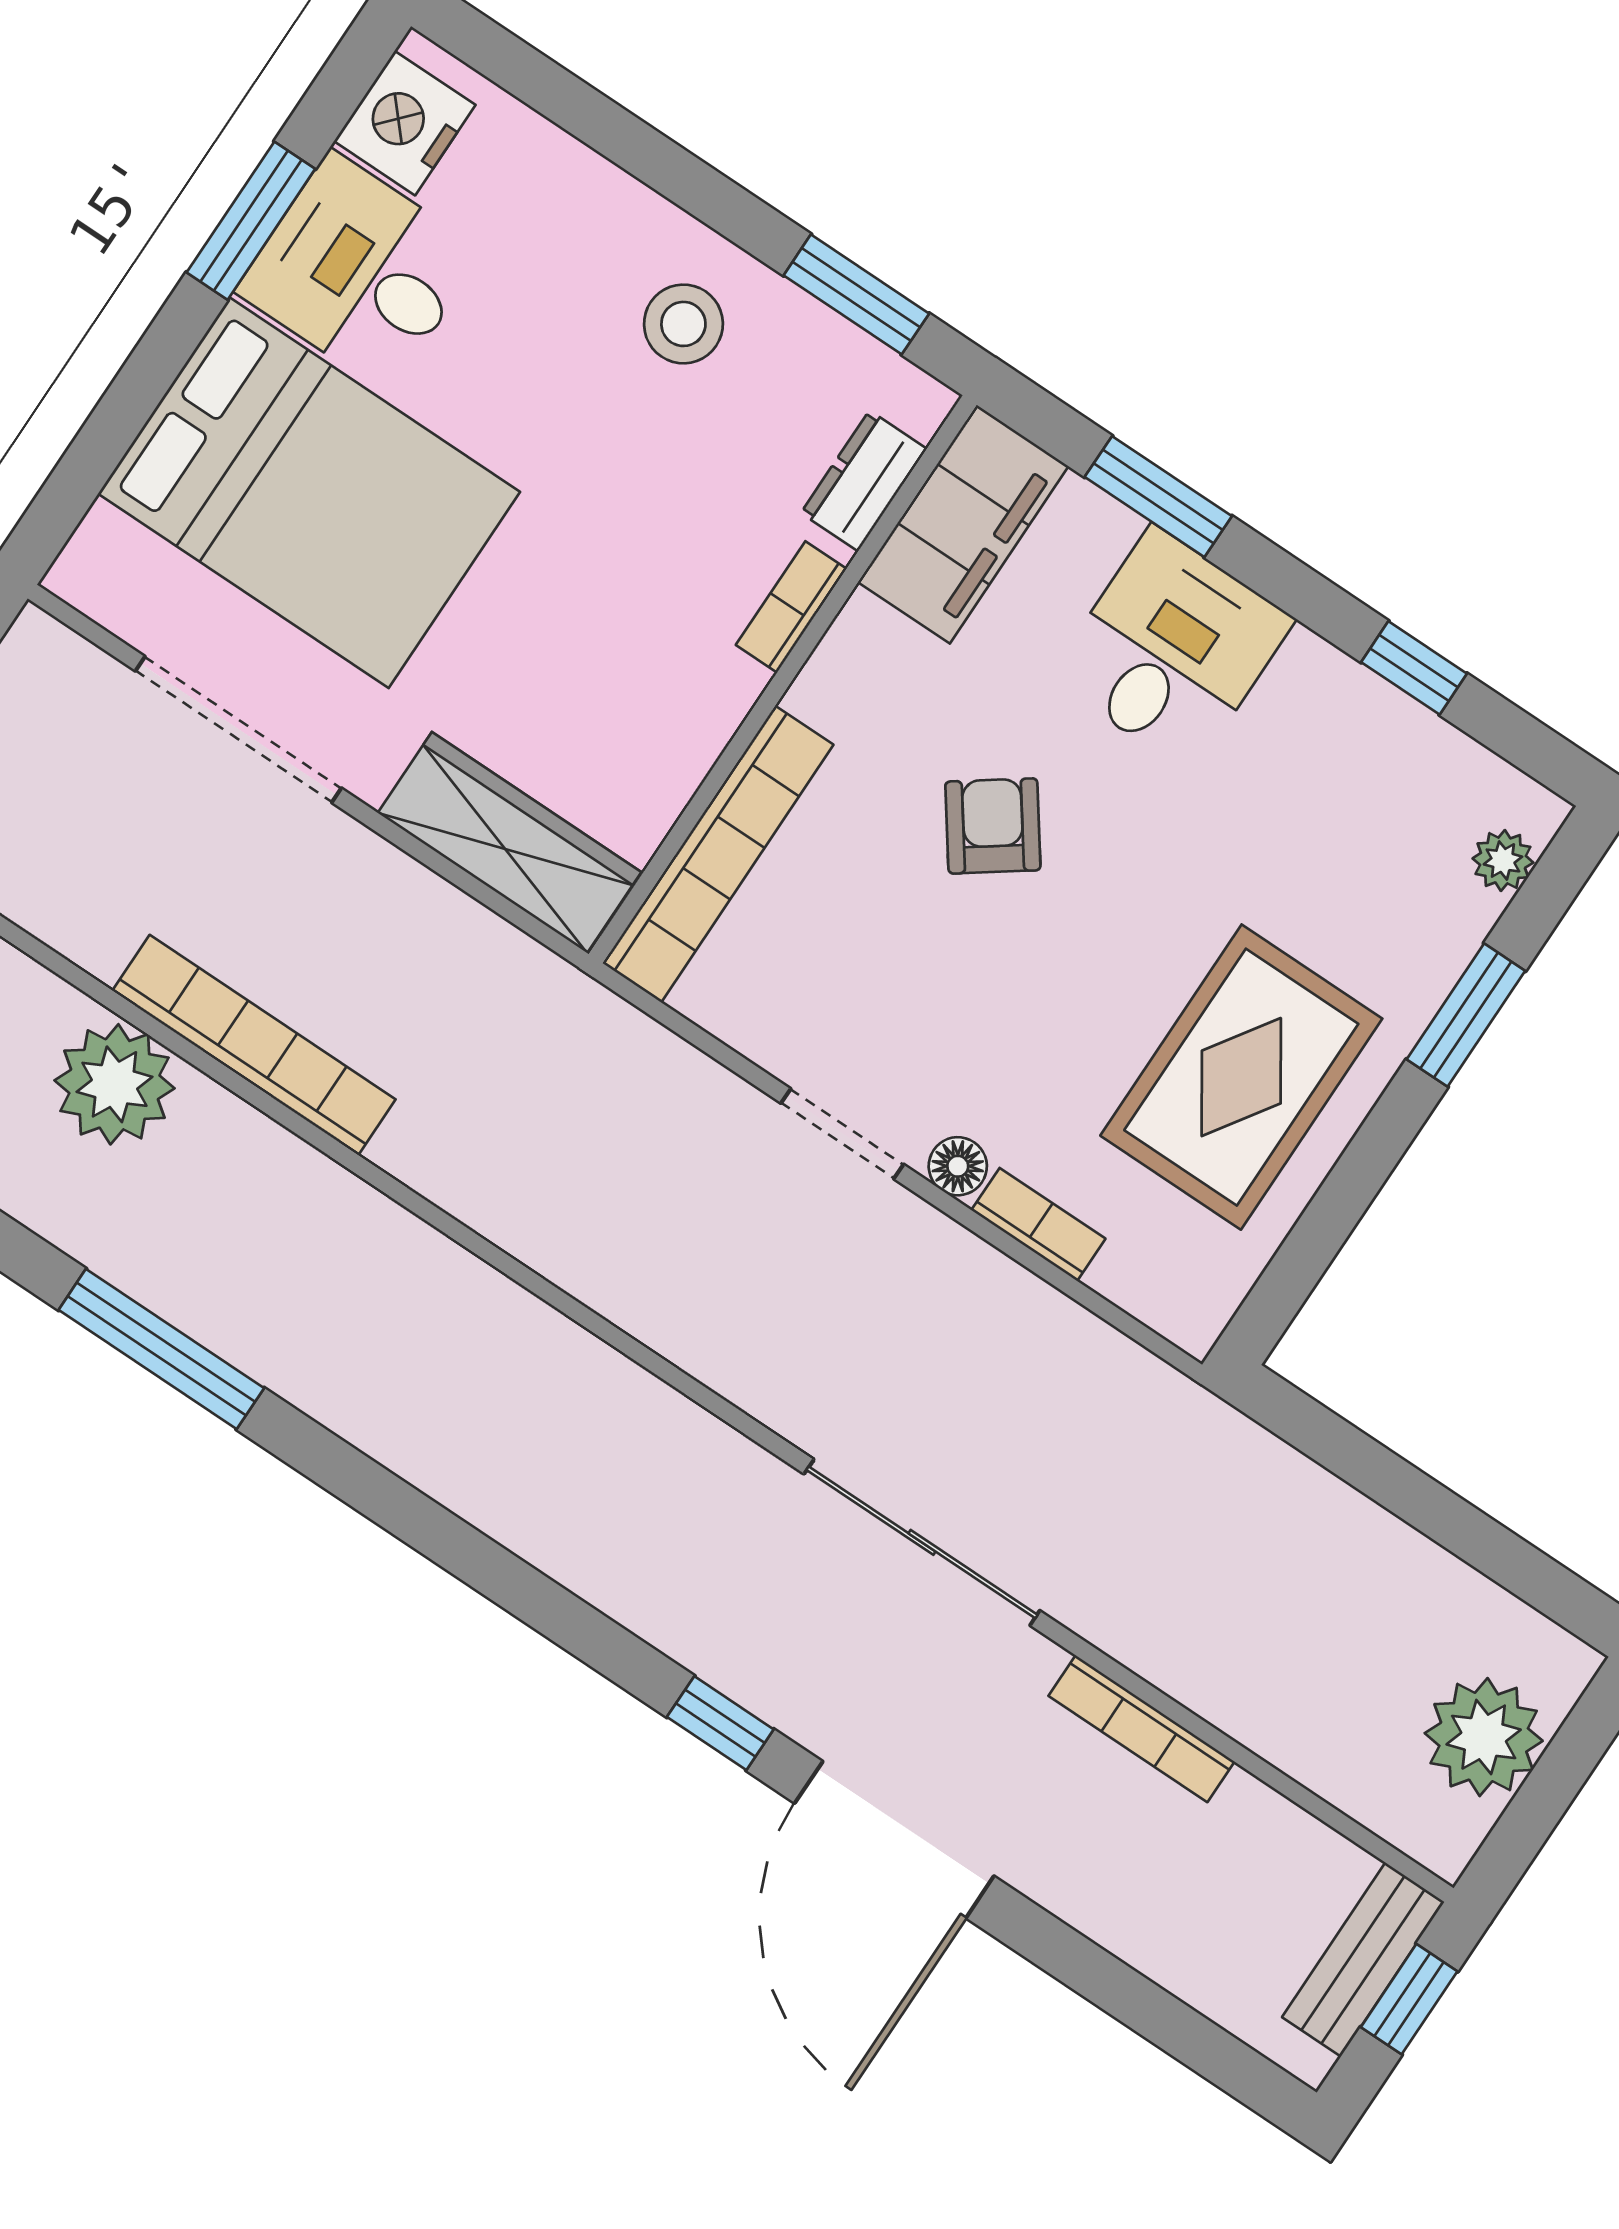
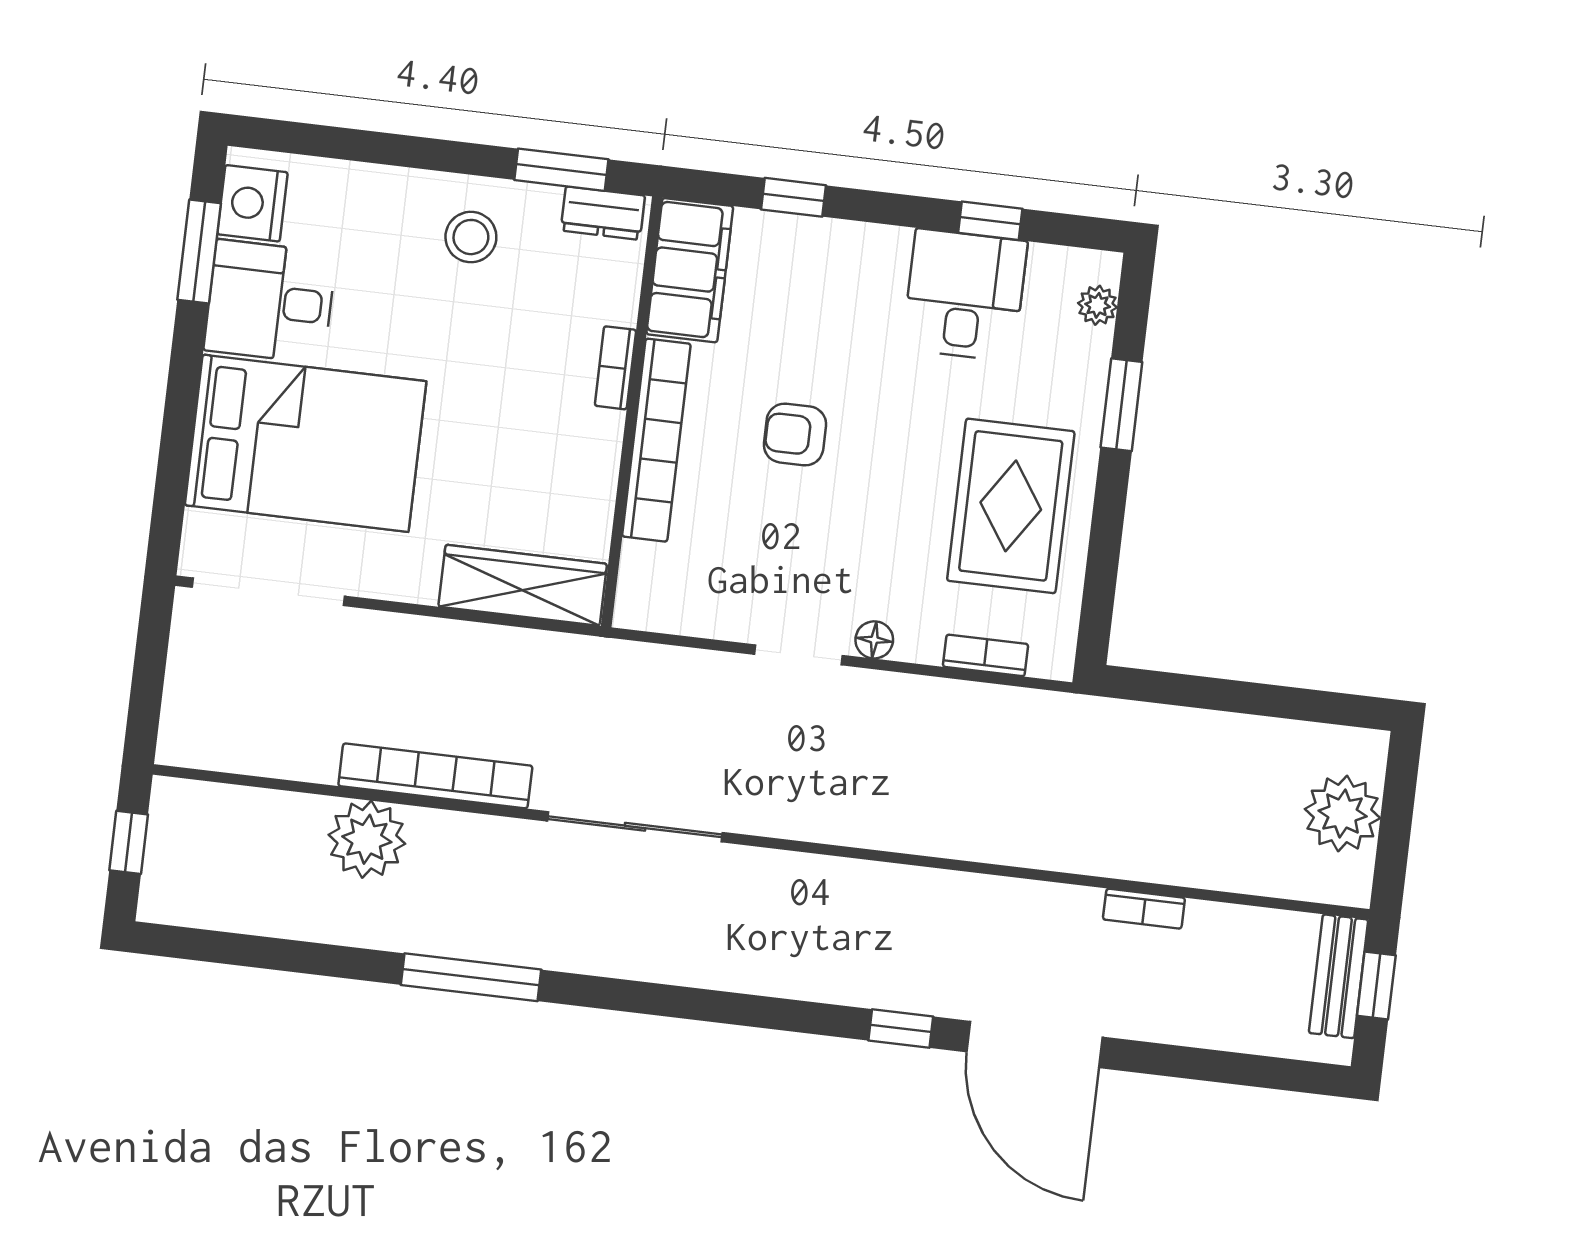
window: (251, 221) -> (199, 251), moved
dresser: (864, 481) -> (603, 213), moved, turned -90
window: (1158, 497) -> (794, 197), width x0.67
desk: (1172, 649) -> (965, 295), moved
doorway: (238, 729) -> (268, 592), moved
armchair: (993, 826) -> (795, 434), turned -54
bookcase: (718, 854) -> (656, 440), moved
bookcase: (1038, 1224) -> (986, 655), moved
sliding door: (922, 1542) -> (635, 827), moved
bookcase: (1141, 1729) -> (1144, 909), width x0.64

